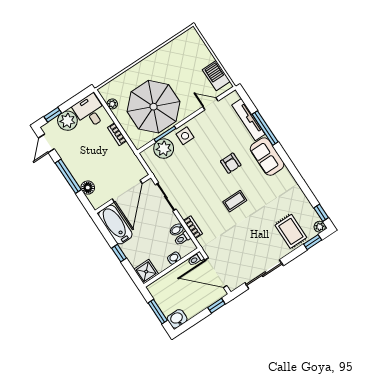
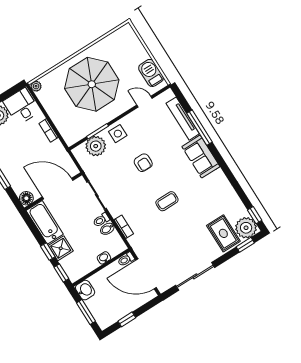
plant: (112, 104) -> (36, 86), moved
parasol: (153, 107) -> (92, 84), moved
armchair: (231, 163) -> (143, 163), moved
floor lamp: (88, 188) -> (26, 198), moved
door: (127, 191) -> (58, 189), swing flipped
plant: (320, 227) -> (246, 228), width x1.87, depth x1.87
toilet: (182, 238) -> (101, 220), moved
shower: (146, 272) -> (61, 248), moved
window: (133, 274) -> (61, 273), added
window: (216, 306) -> (127, 319), moved
washbasin: (177, 319) -> (85, 290), moved, turned 90

